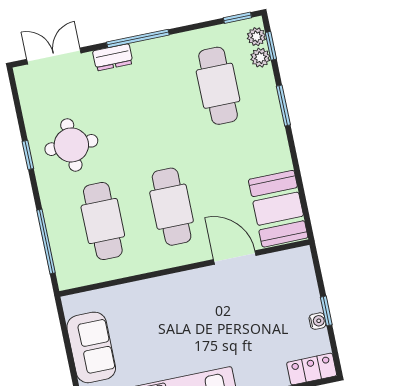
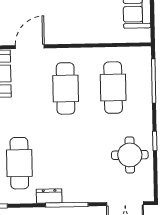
dresser: (113, 57) -> (49, 196), moved
round table: (71, 145) -> (130, 155), moved
door: (235, 257) -> (30, 47), swing flipped

